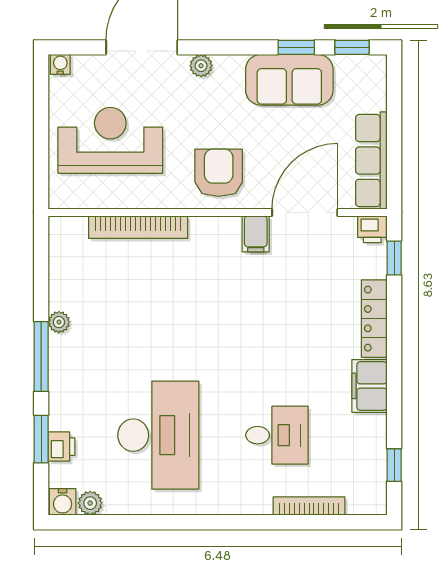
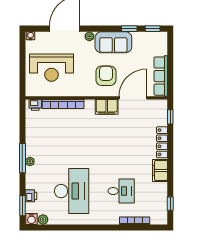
sofa: (289, 80) -> (113, 42), moved
reception desk: (110, 140) -> (51, 68), turned 180
armchair: (219, 173) -> (106, 76), moved
printer: (372, 229) -> (35, 105), moved
filing cabinet: (256, 234) -> (107, 107), width x2.00
plant: (59, 322) -> (30, 161), moved
window: (41, 439) -> (22, 206), moved

